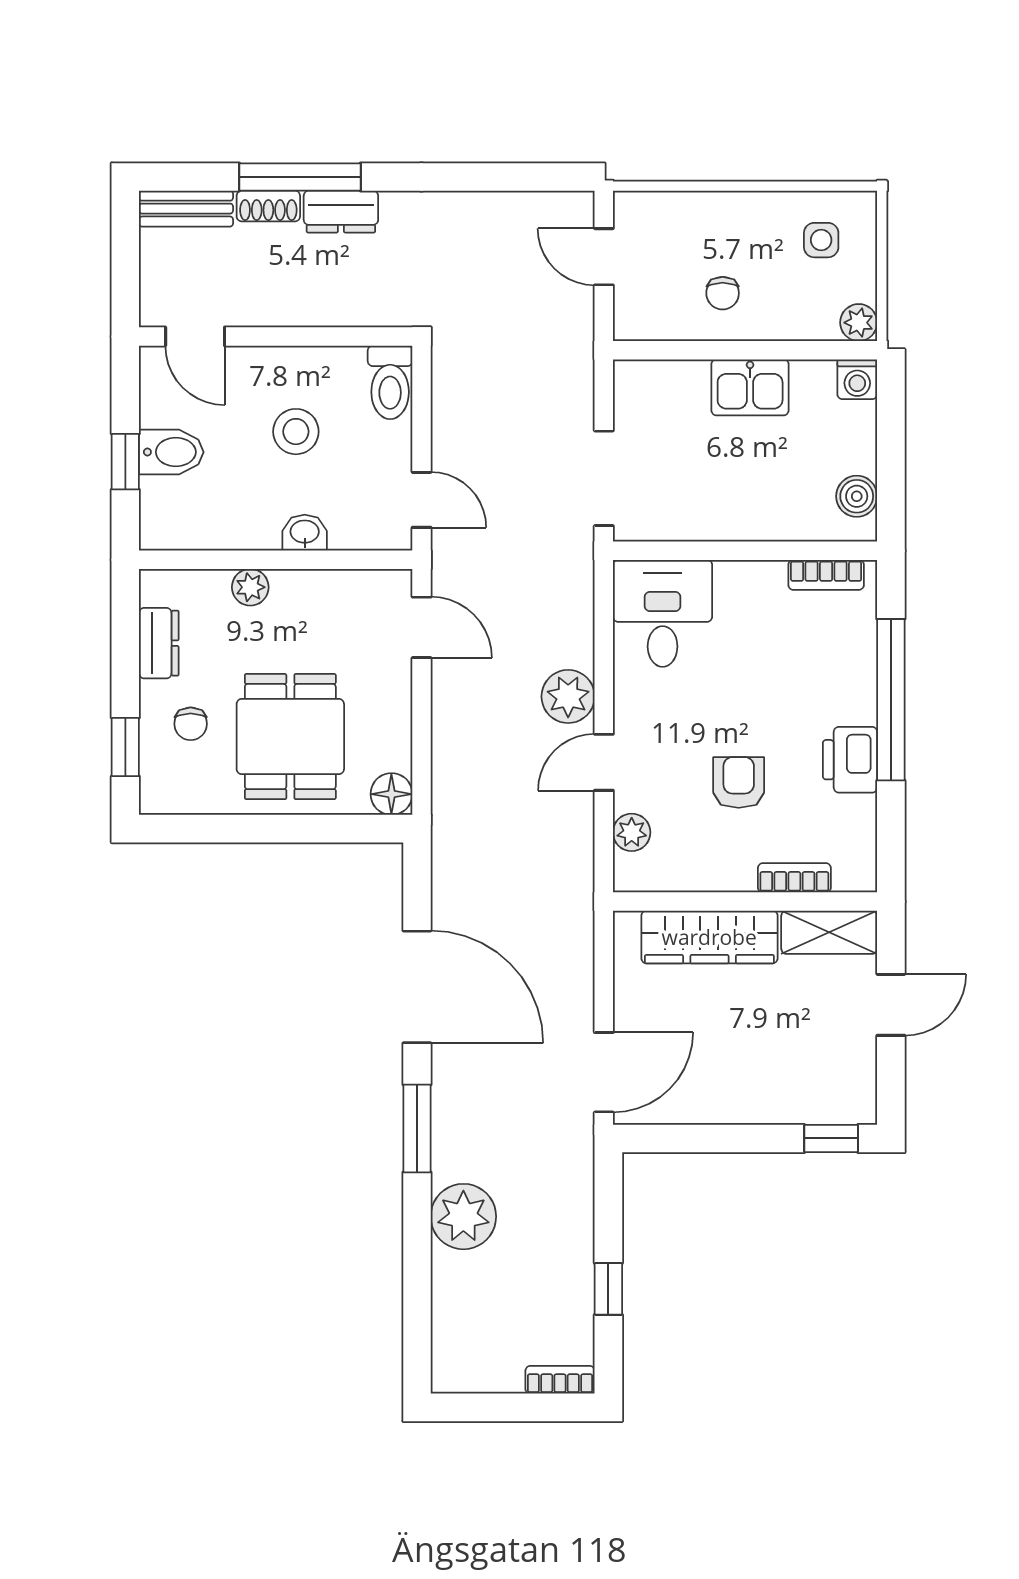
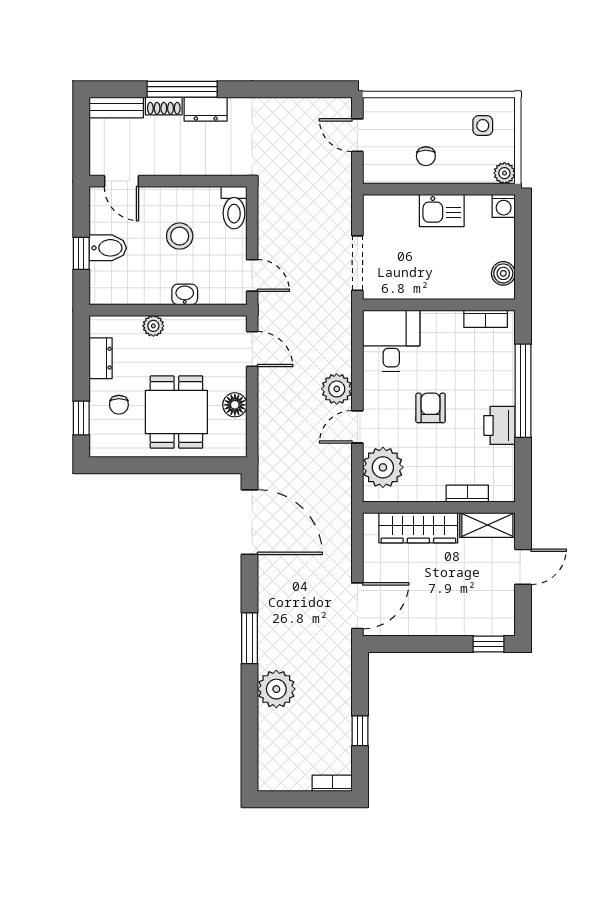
armchair: (739, 782) -> (431, 408), moved
floor lamp: (391, 794) -> (235, 405), moved
plant: (632, 832) -> (383, 467), width x1.87, depth x1.87
door: (417, 987) -> (250, 522), moved

